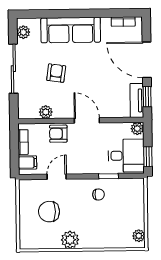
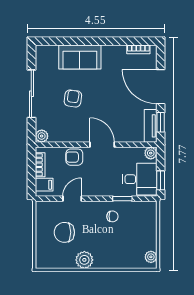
sofa: (71, 30) -> (80, 57), width x0.73
plant: (23, 32) -> (42, 59), removed
plant: (46, 112) -> (42, 136), moved

